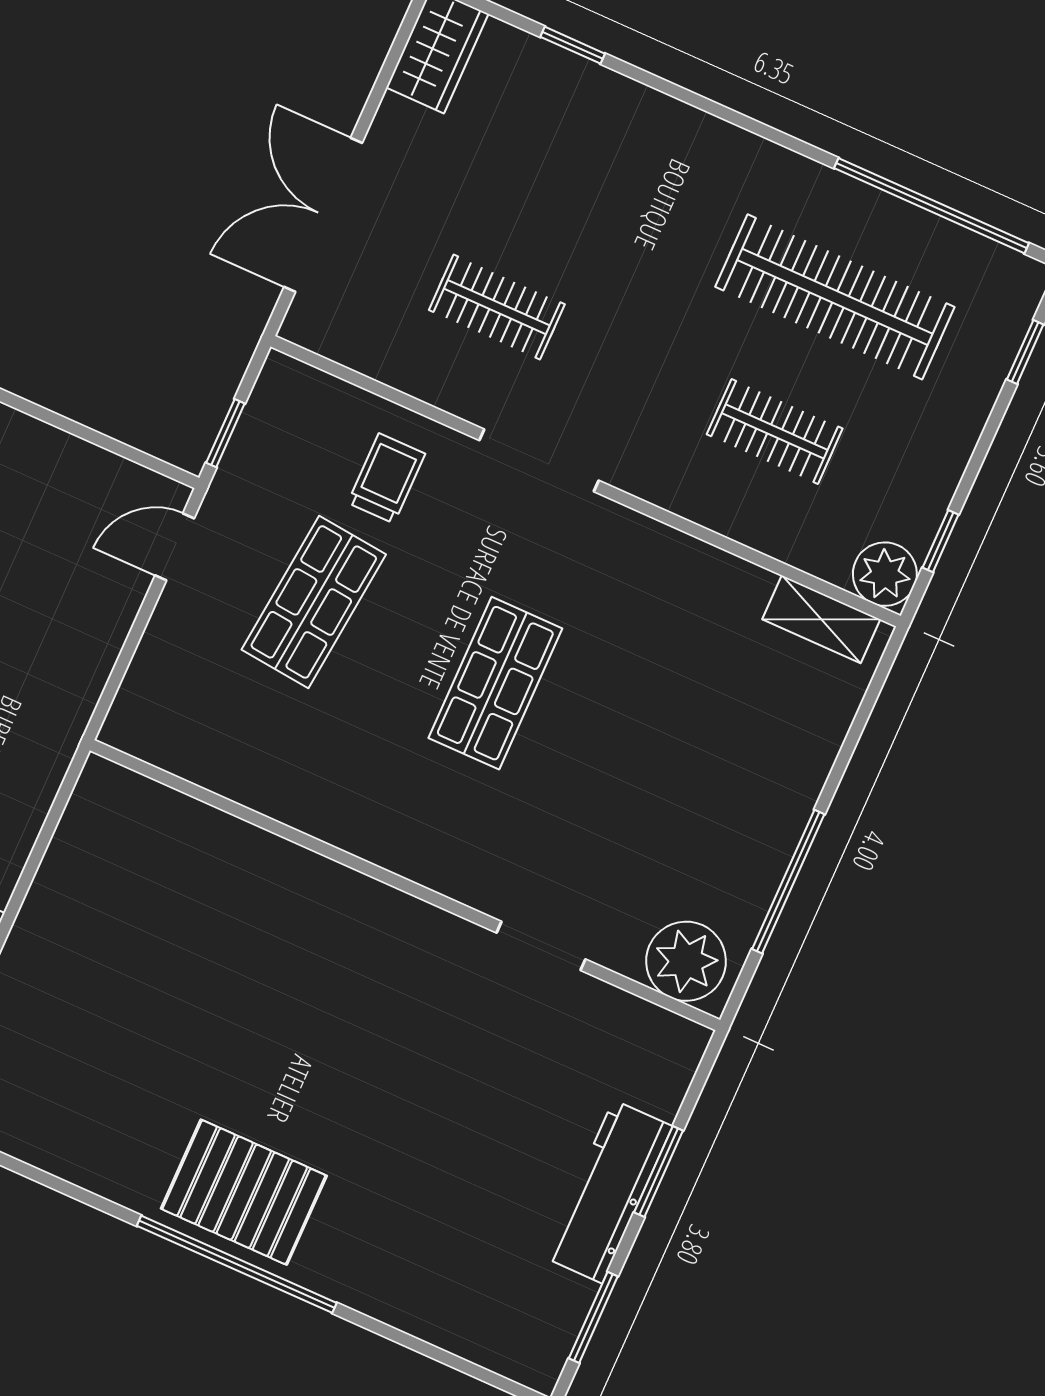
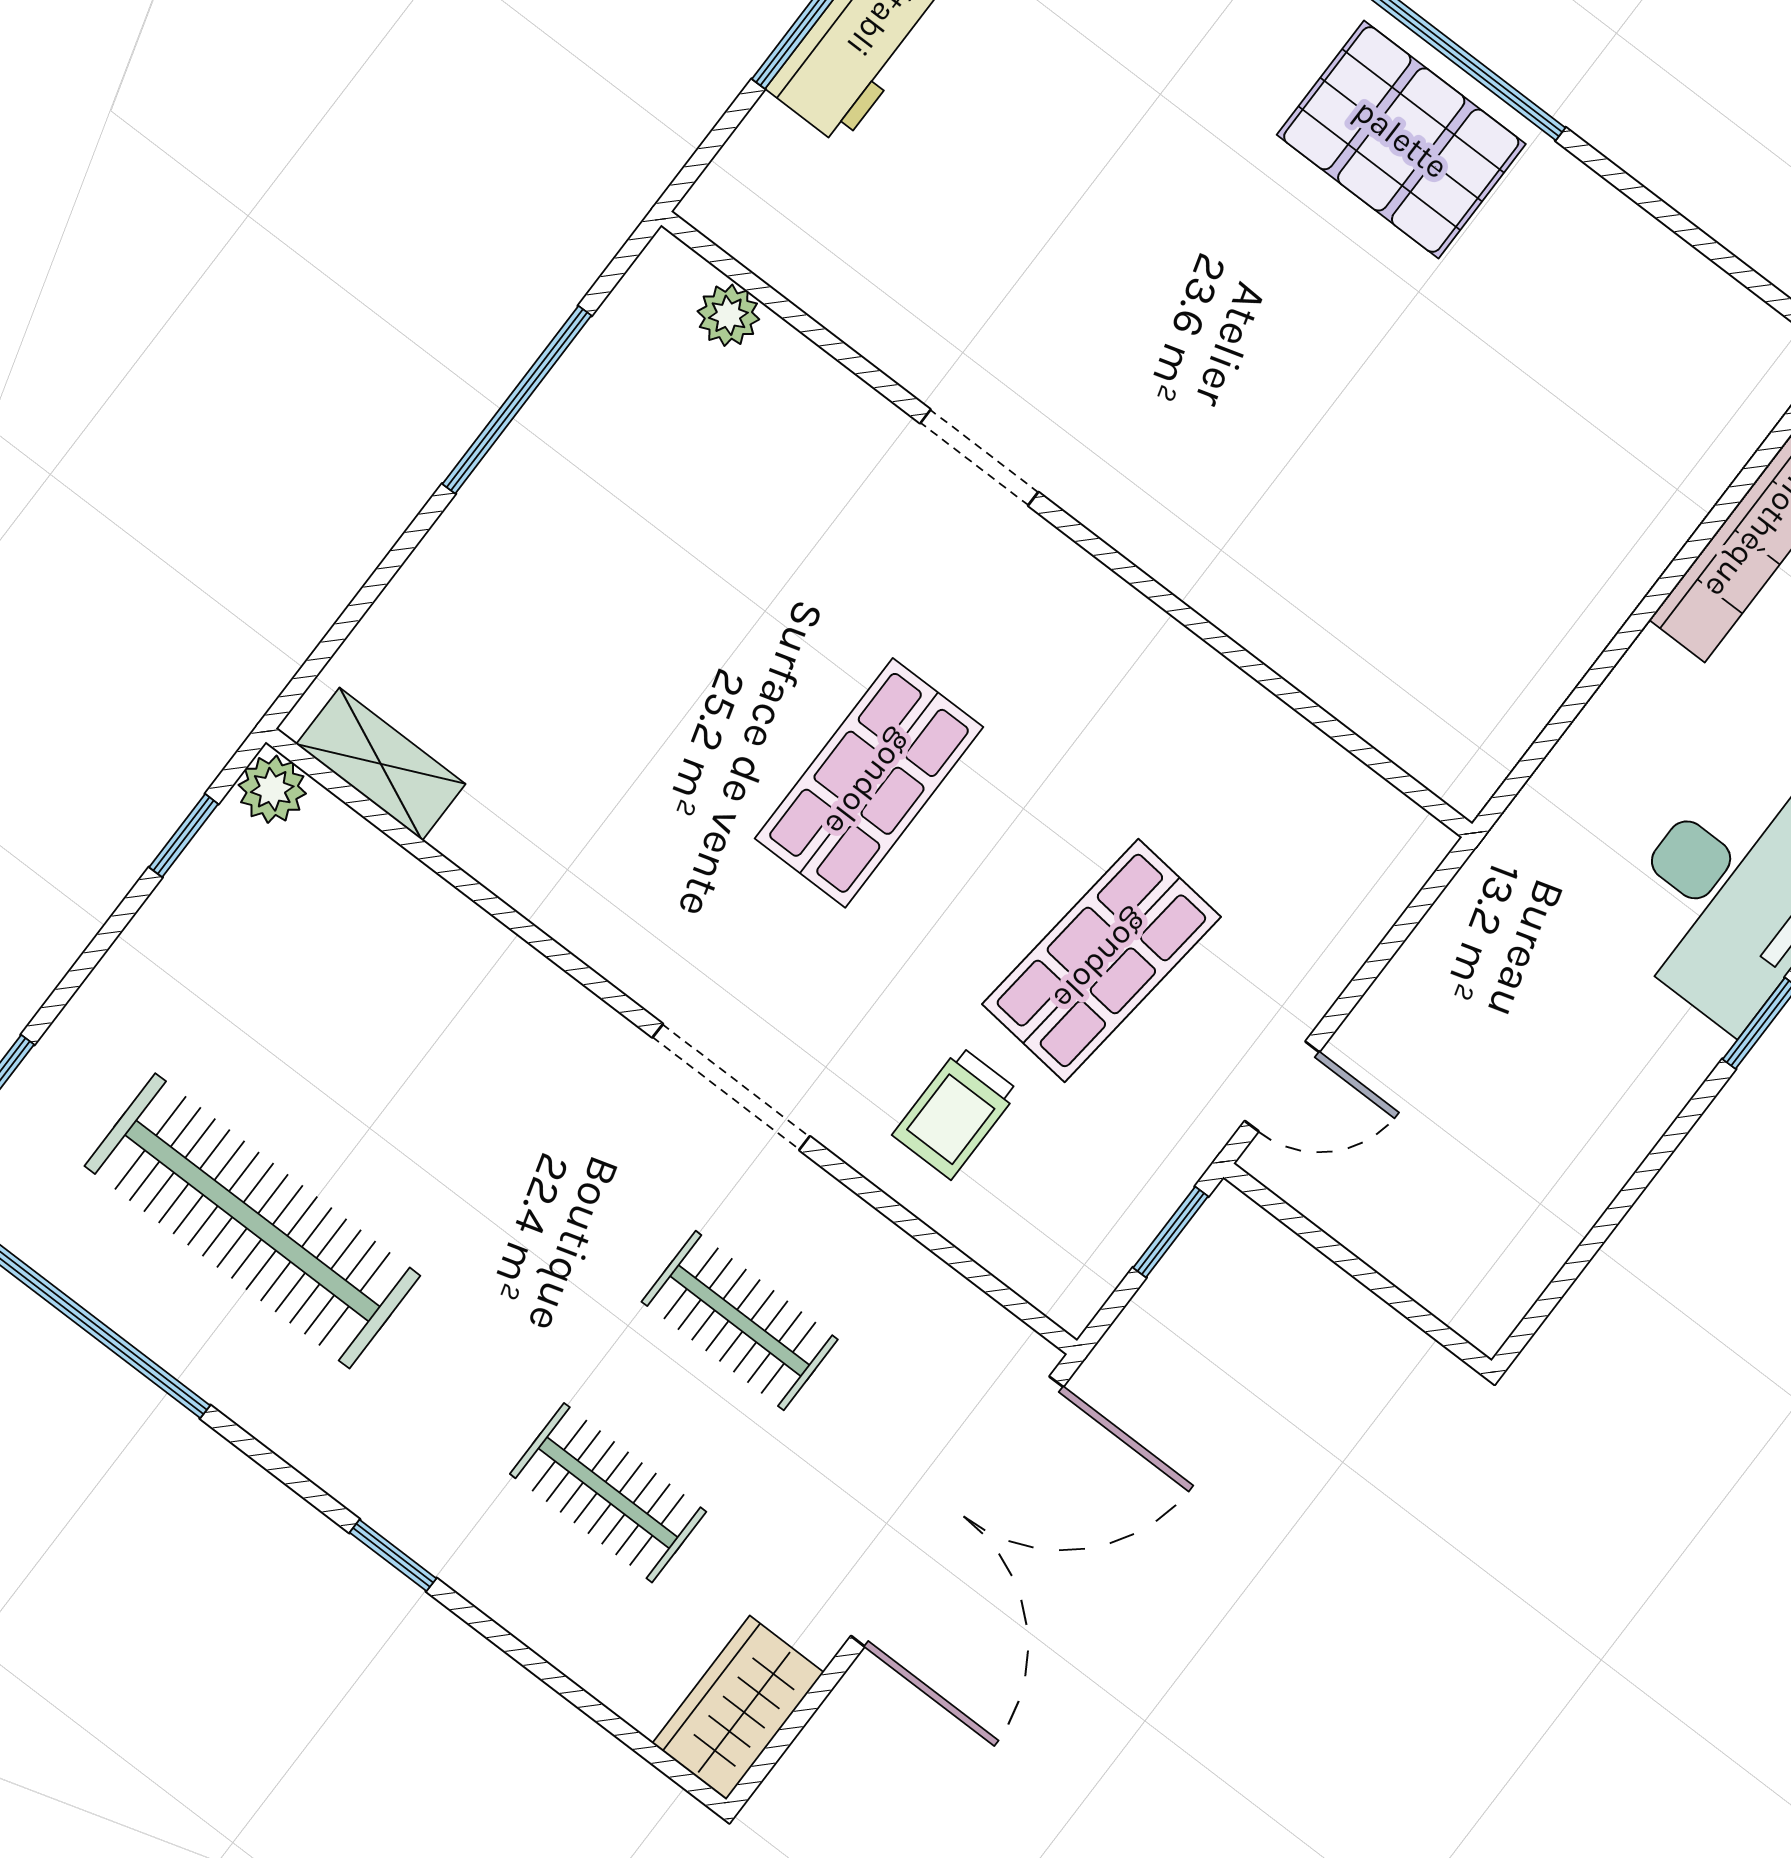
window: (573, 45) -> (393, 1555), moved
double door: (323, 215) -> (957, 1511), width x1.36
clothes rail: (775, 431) -> (608, 1493), moved
plant: (885, 574) -> (272, 789), width x0.73, depth x0.73
doorway: (541, 946) -> (979, 458), moved
plant: (686, 961) -> (728, 315), width x0.53, depth x0.53

